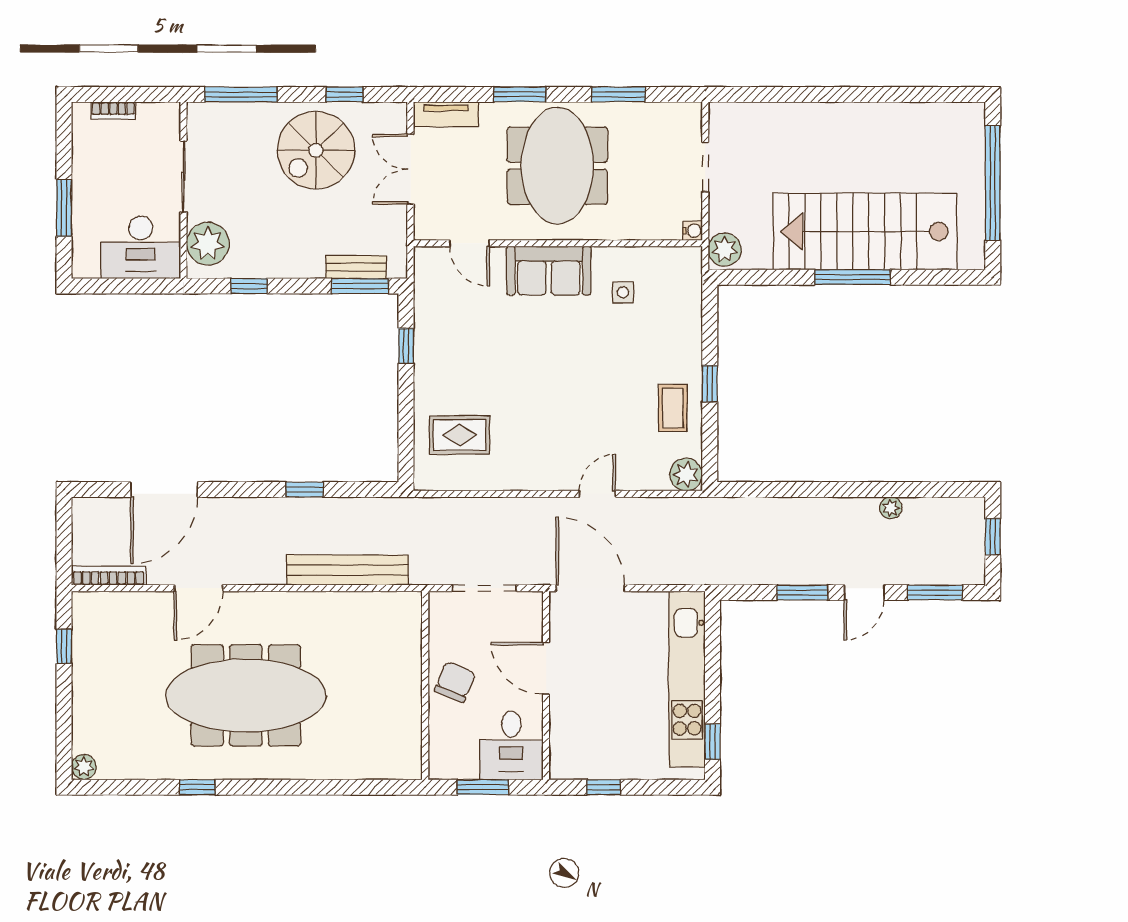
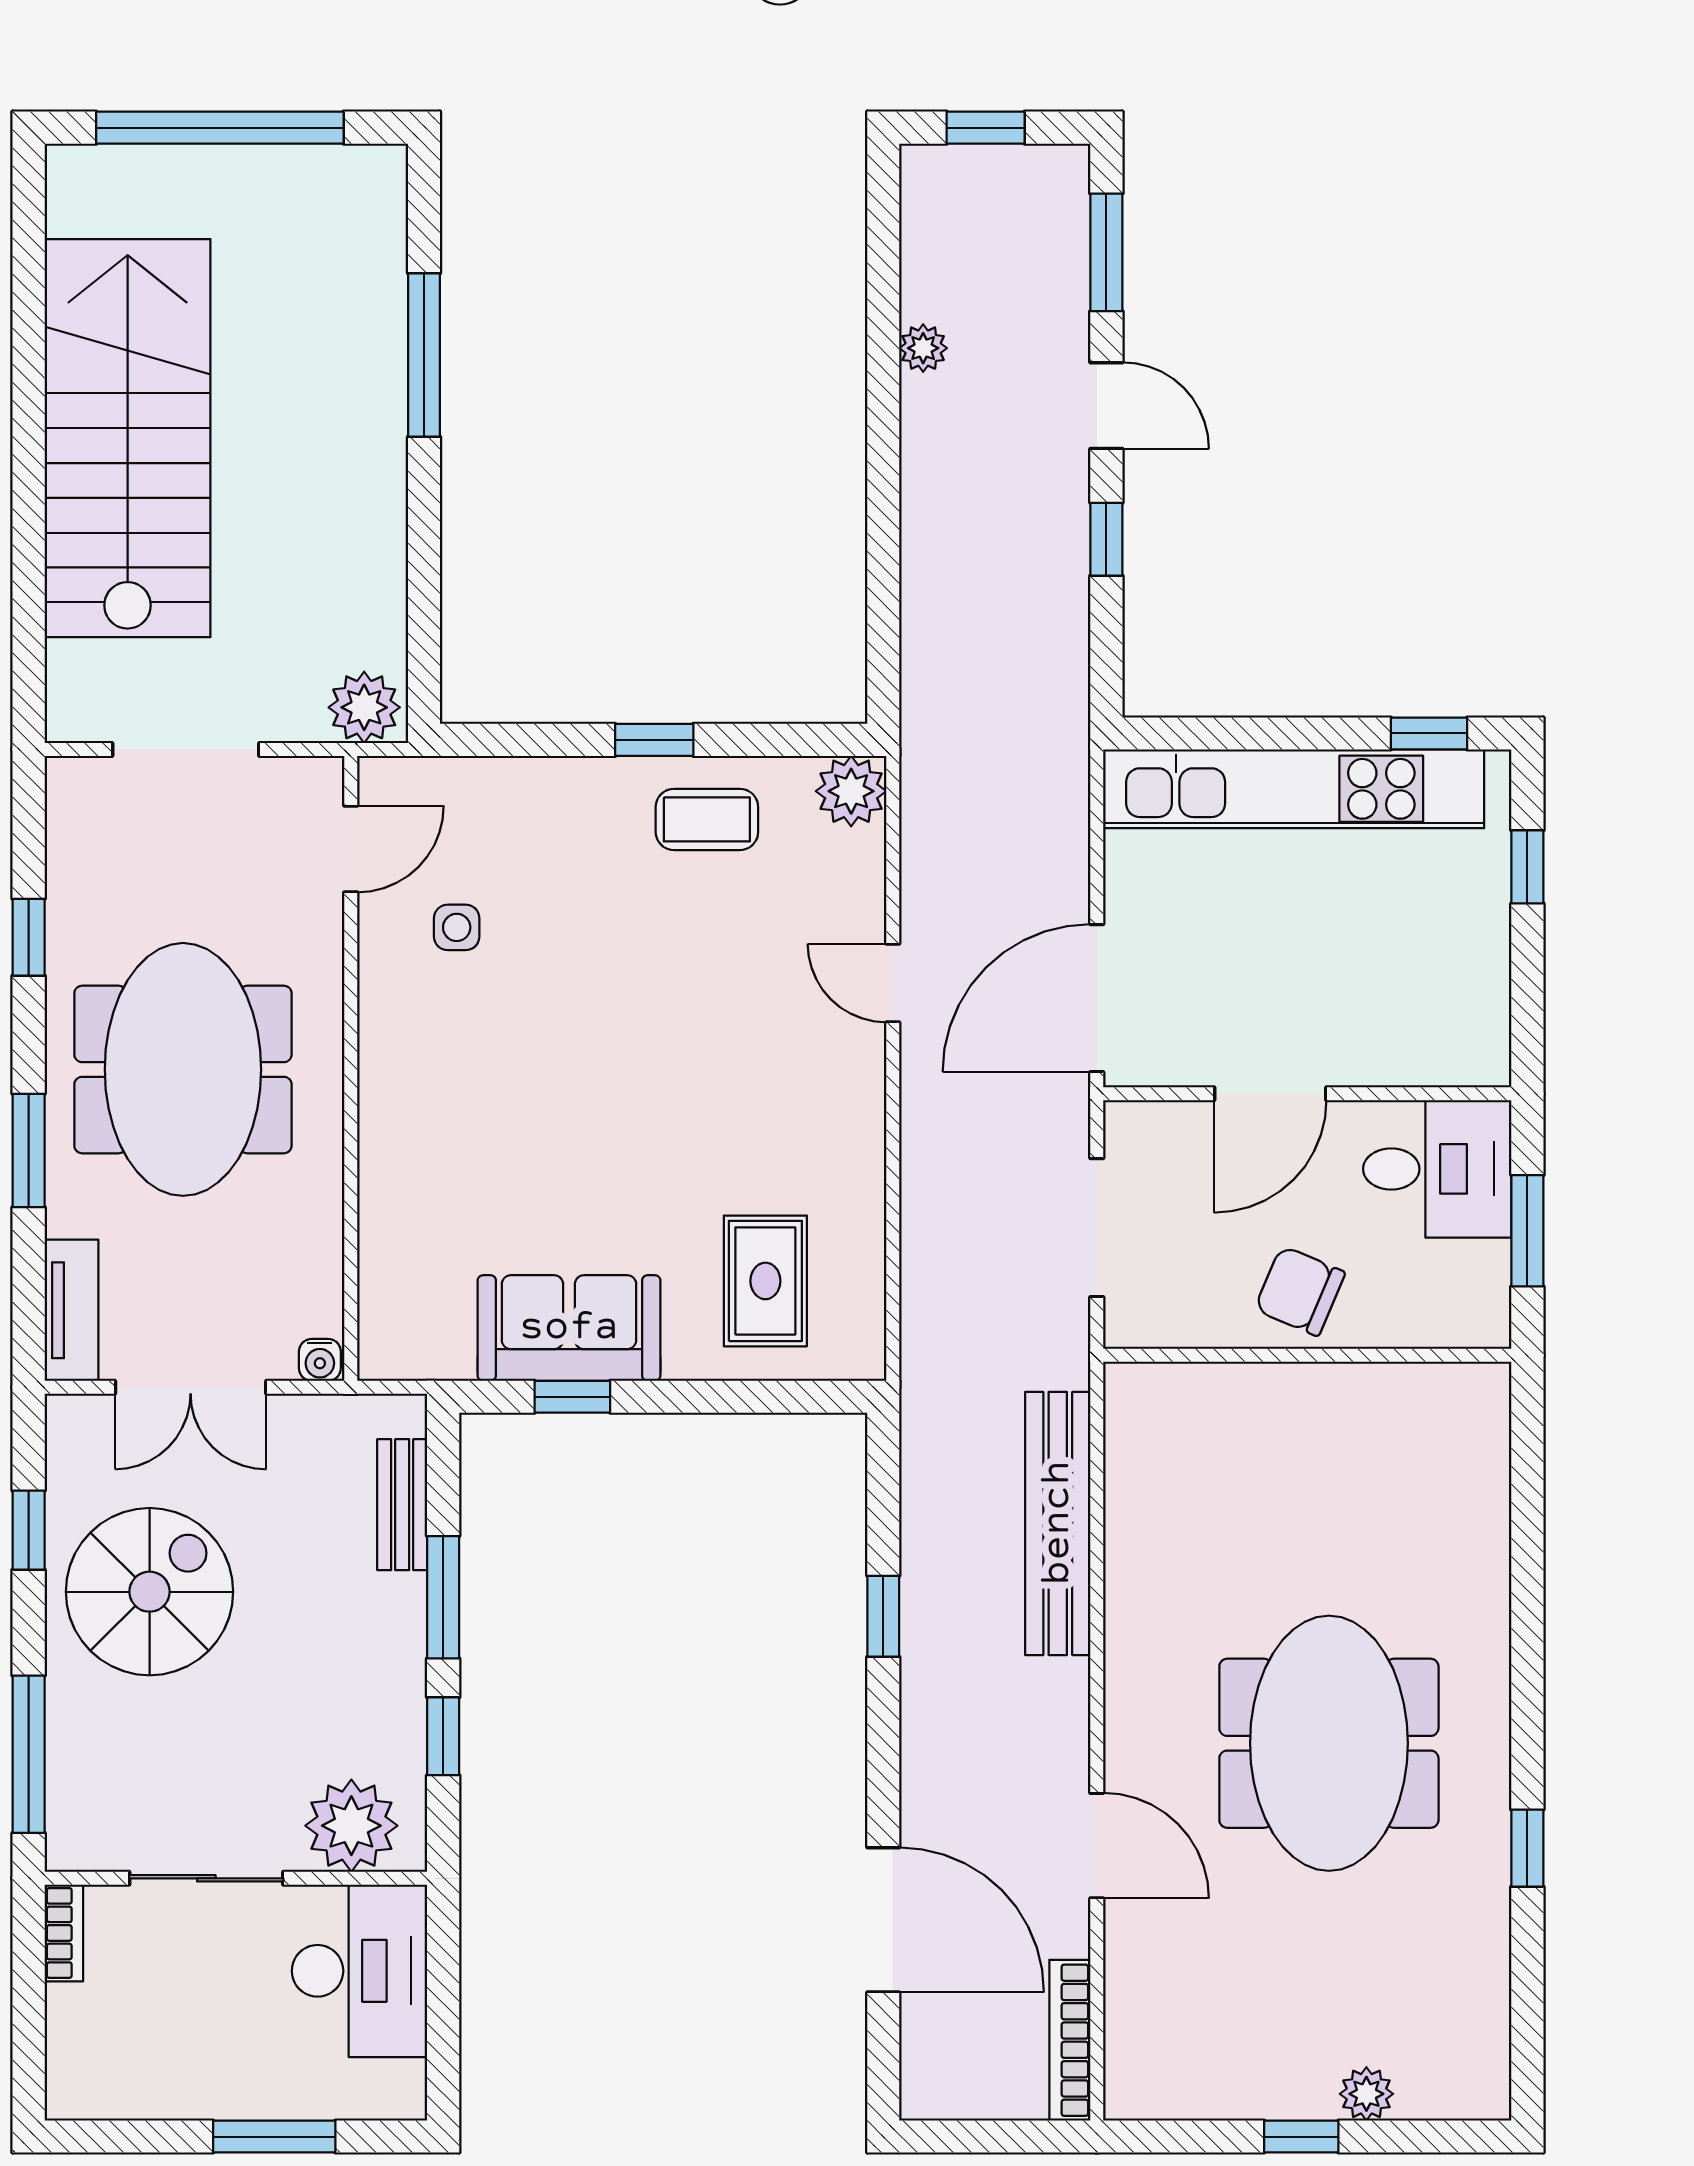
window: (618, 94) -> (29, 937), width x0.67
bookcase: (113, 111) -> (64, 1933), moved
spiral stairs: (316, 150) -> (150, 1592), turned -90
meeting table: (557, 166) -> (183, 1069), turned 90
doorway: (705, 167) -> (186, 749), width x1.38
water cooler: (693, 231) -> (320, 1360), moved, turned 180
stairs: (865, 231) -> (128, 438), moved, turned 180
door: (470, 243) -> (351, 849), moved
sofa: (549, 271) -> (569, 1328), moved, turned -90
window: (852, 277) -> (424, 355), moved
window: (360, 286) -> (443, 1597), moved
window: (802, 593) -> (1106, 539), width x0.67
window: (64, 646) -> (1301, 2137), moved
meeting table: (246, 695) -> (1329, 1743), width x0.73
plant: (84, 767) -> (1366, 2094), moved
window: (604, 787) -> (1527, 867), moved

